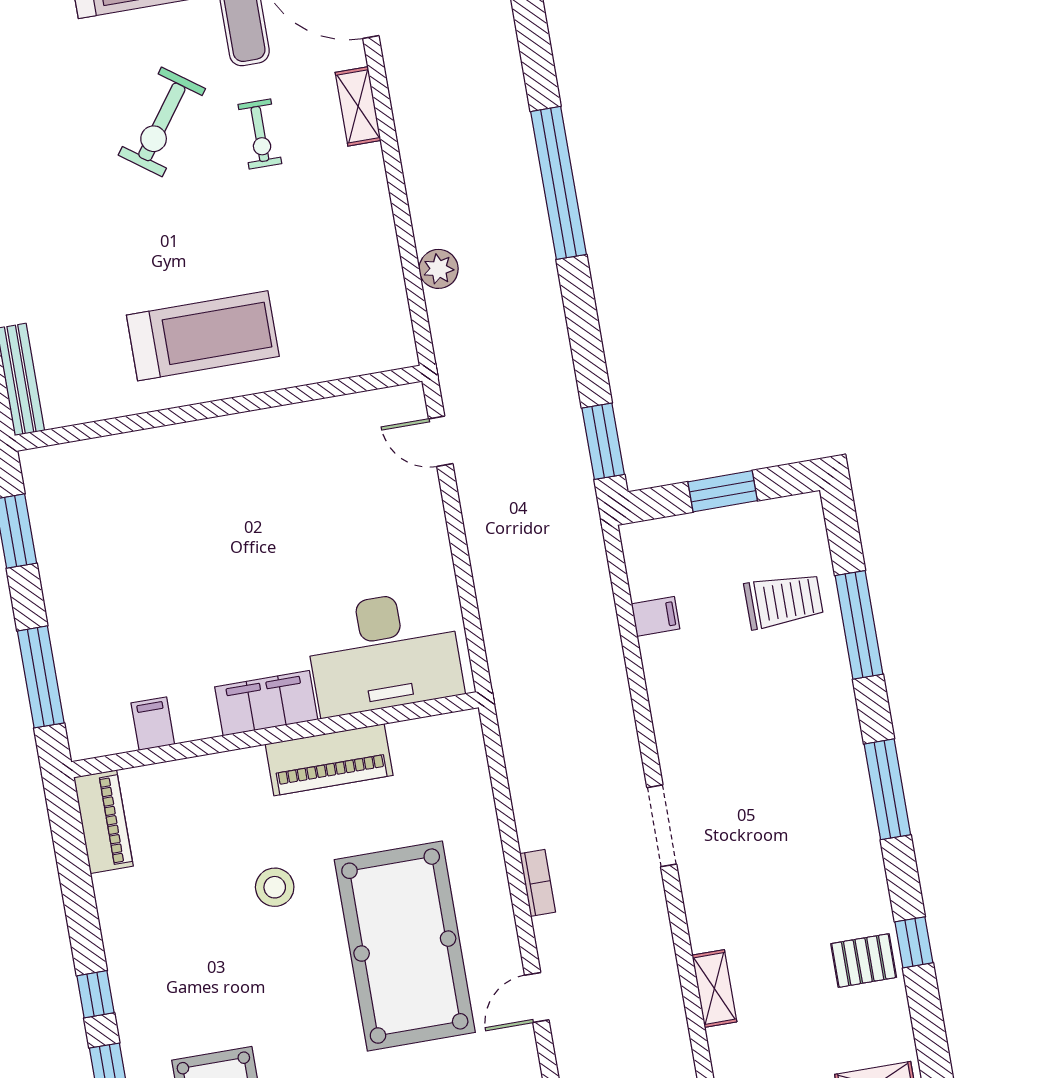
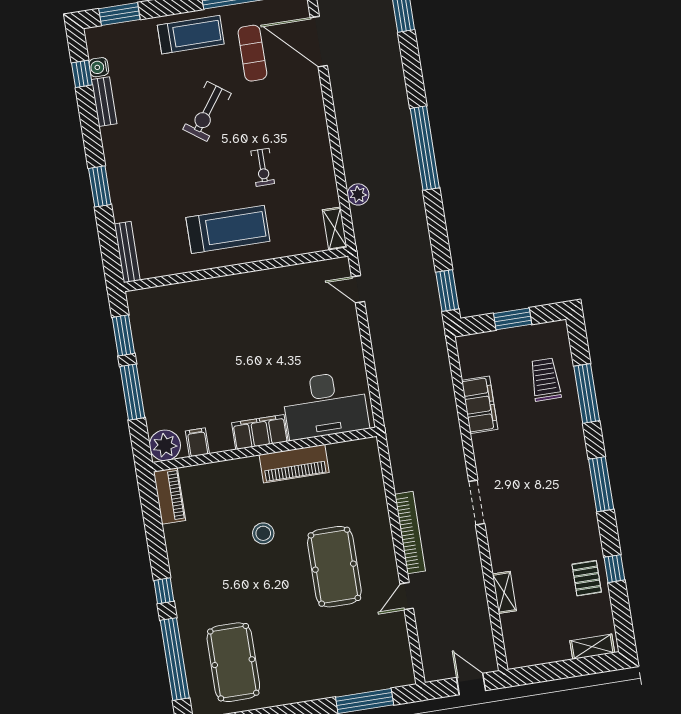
shelving: (358, 106) -> (335, 229), moved
exercise bike: (260, 134) -> (263, 167), moved
trolley: (784, 601) -> (545, 380), turned -90
filing cabinet: (656, 616) -> (480, 405), width x3.00, depth x1.17
window: (41, 677) -> (132, 392), moved
plant: (94, 730) -> (165, 445), added
bookcase: (538, 883) -> (410, 533), width x2.31, depth x1.31
pool table: (405, 946) -> (334, 567), width x0.73, depth x0.76
pallet: (864, 961) -> (587, 578), turned 90

